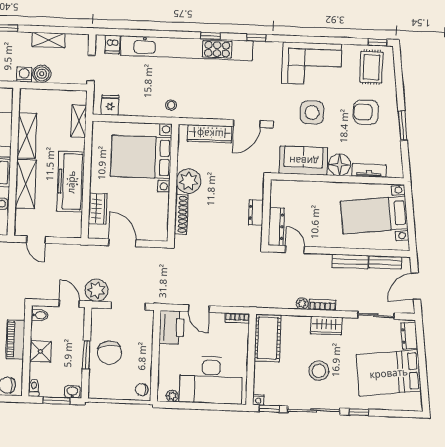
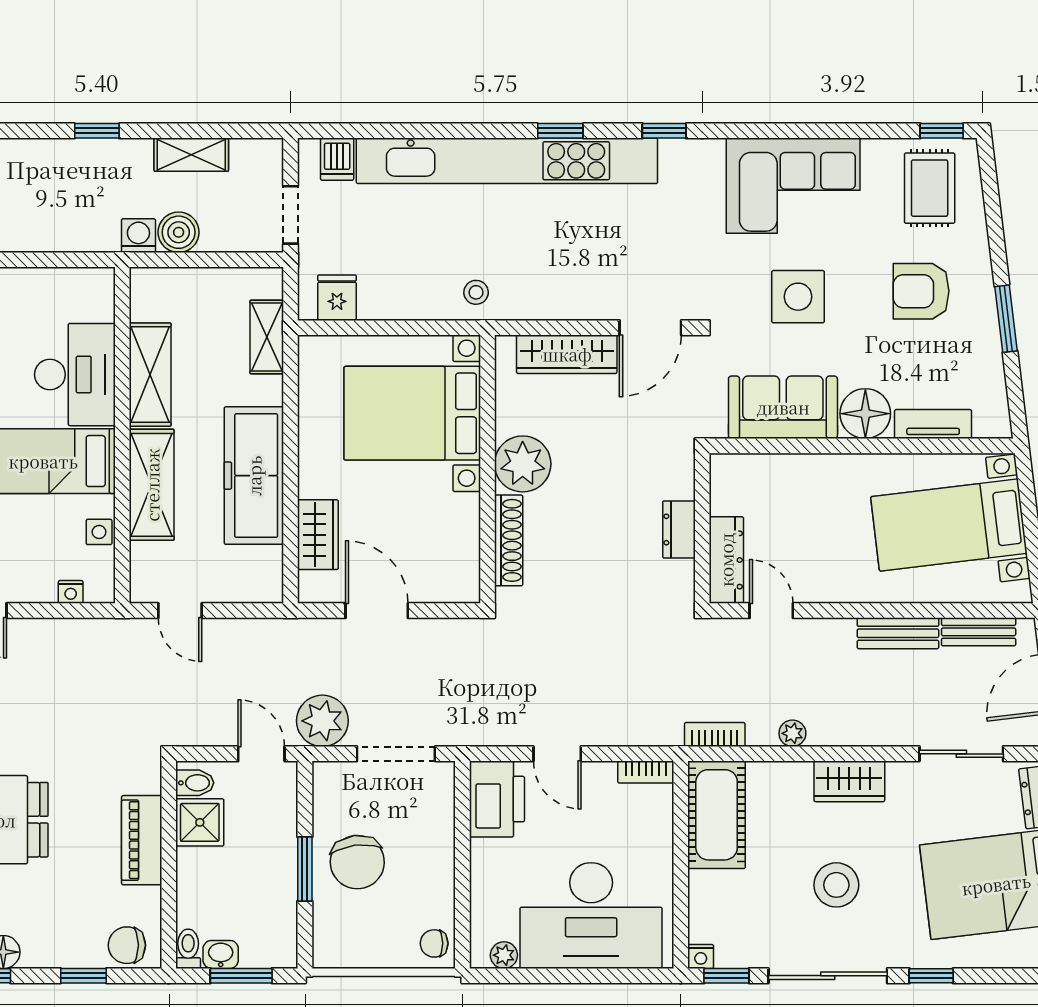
bookcase: (322, 305) -> (715, 735), moved
shower: (40, 352) -> (200, 822), moved
washbasin: (72, 392) -> (221, 954), moved

